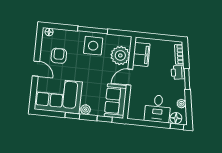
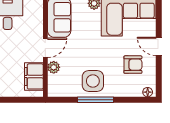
plant: (120, 55) -> (54, 67), width x0.53, depth x0.53
armchair: (59, 56) -> (133, 65), turned -90

